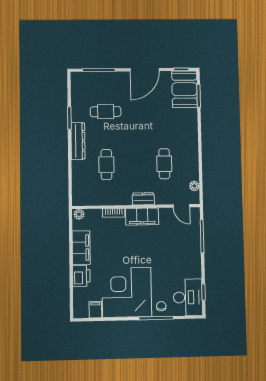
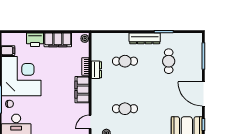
dresser: (143, 199) -> (96, 70), moved

